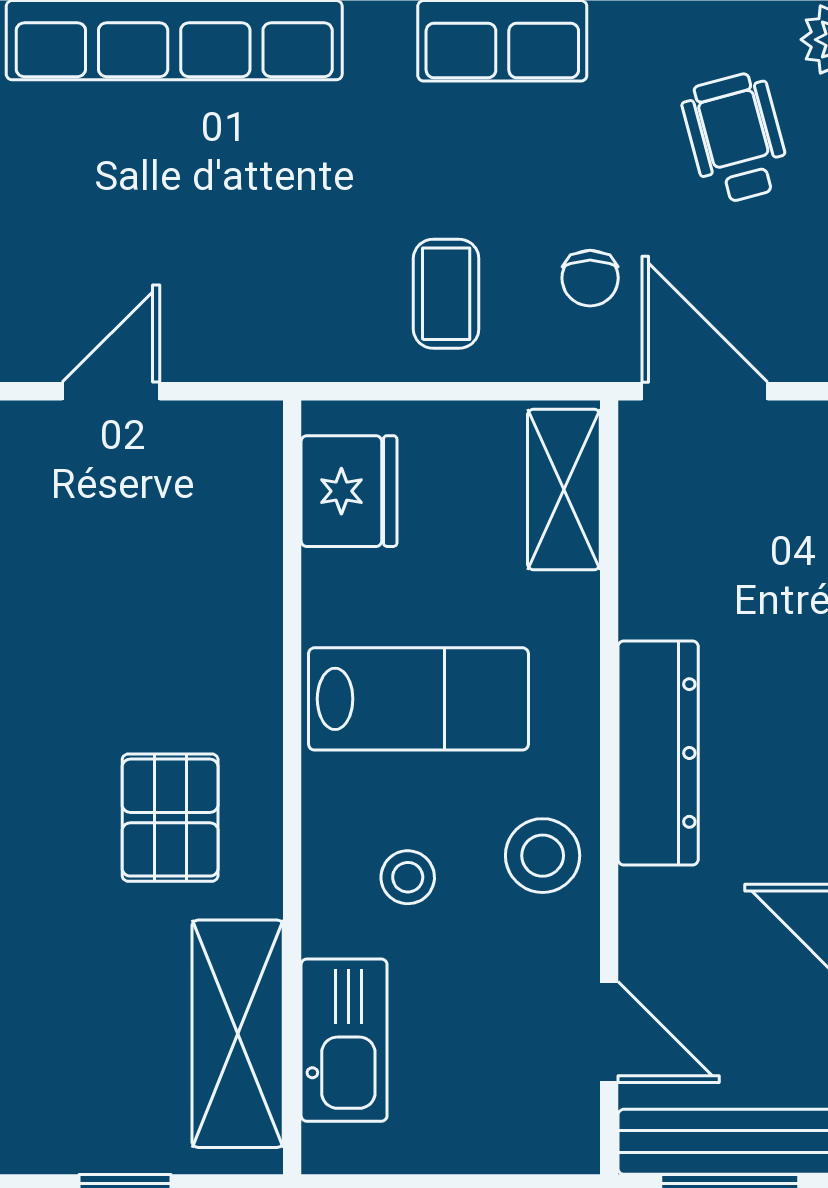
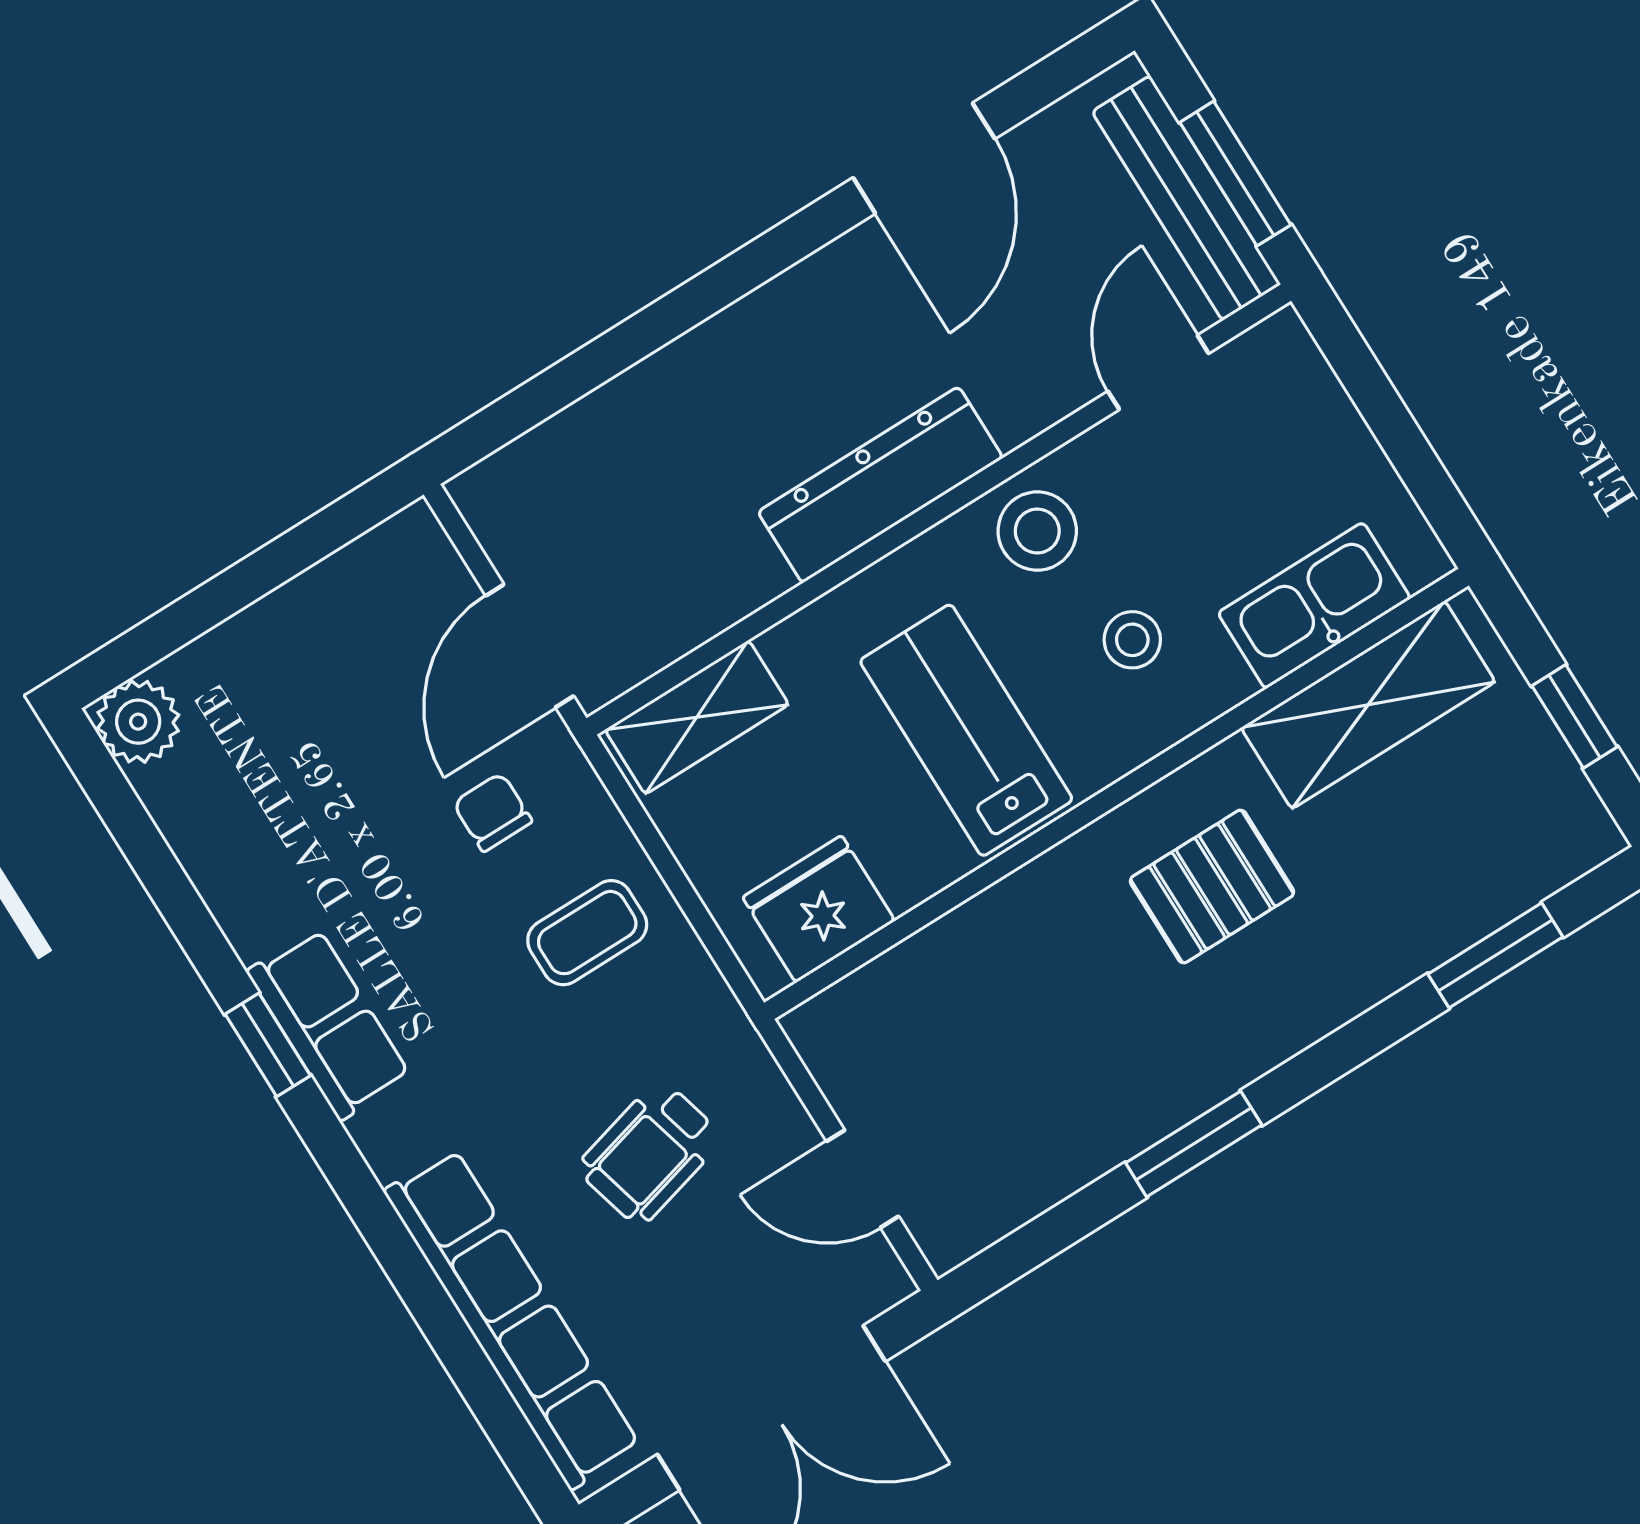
wheelchair: (736, 138) -> (650, 1153), moved
chair: (590, 278) -> (492, 812), turned -90

